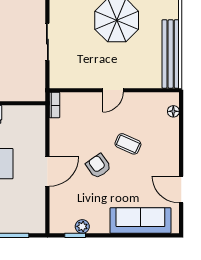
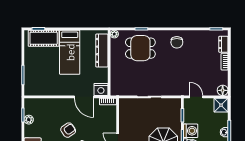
nightstand: (36, 116) -> (101, 89), added
door: (47, 171) -> (84, 97), moved

